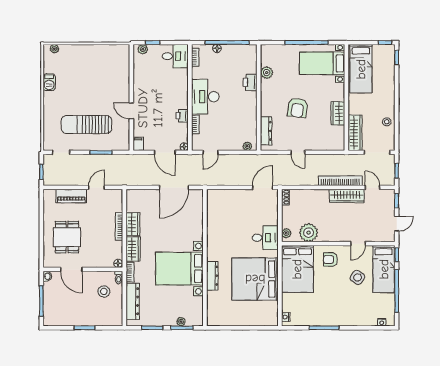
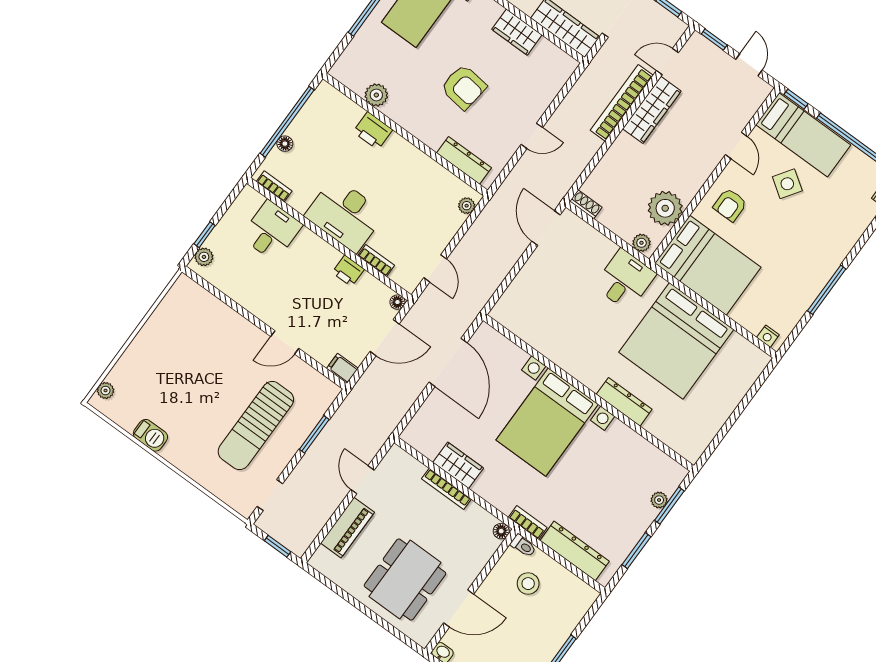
desk: (175, 56) -> (271, 231), moved
dining table: (67, 237) -> (405, 580), width x1.38
wardrobe: (133, 249) -> (496, 492), removed
bed with nightstands: (179, 269) -> (547, 422), moved

